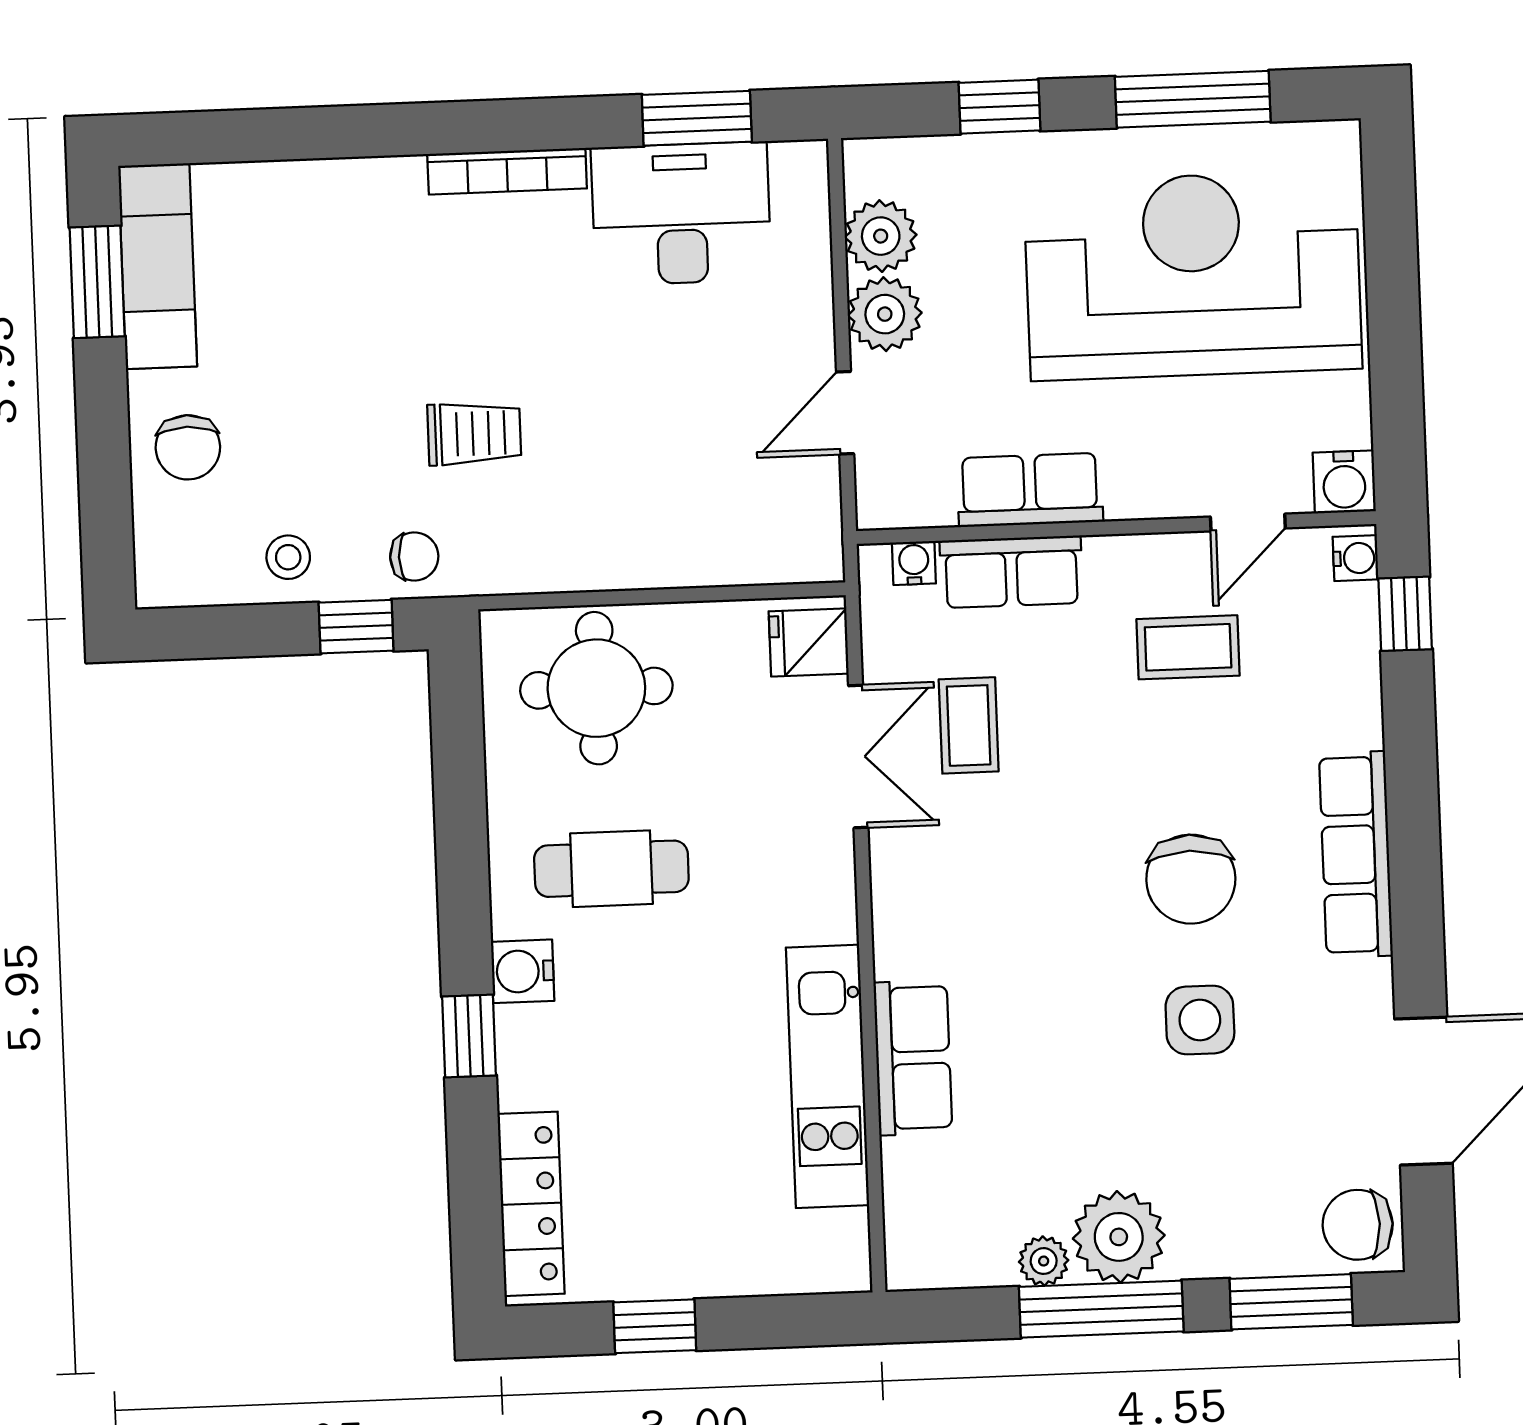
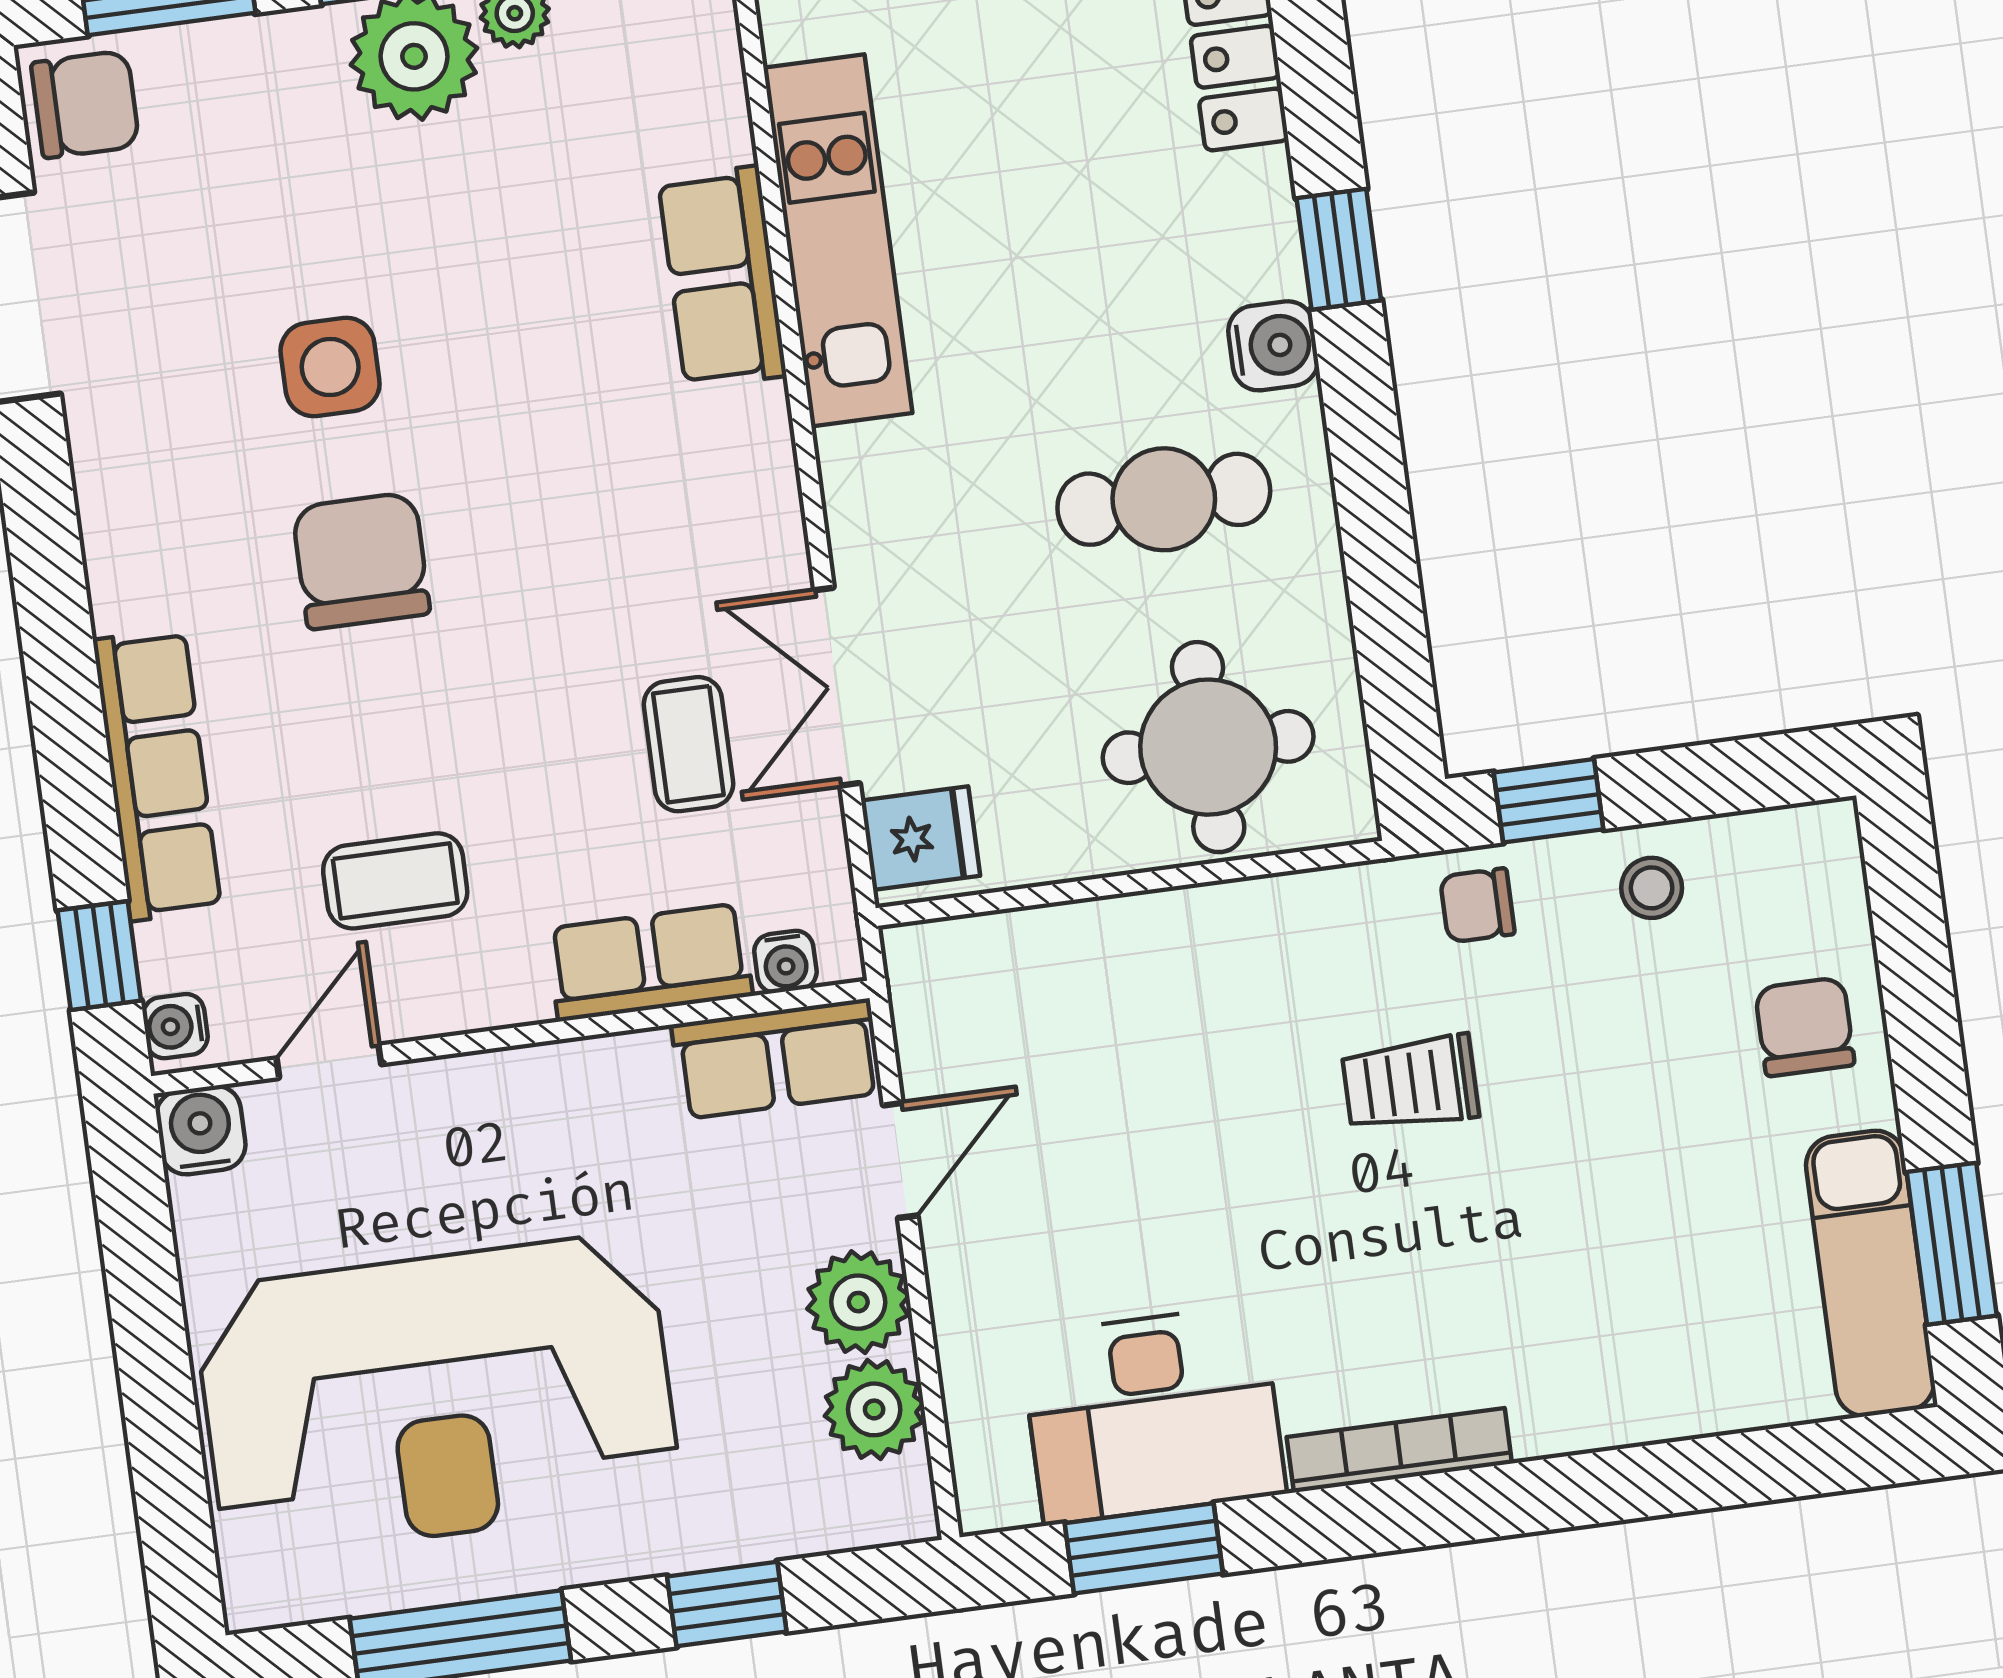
row of seats: (1030, 490) -> (777, 1059), moved
row of seats: (1356, 855) -> (157, 775), moved

